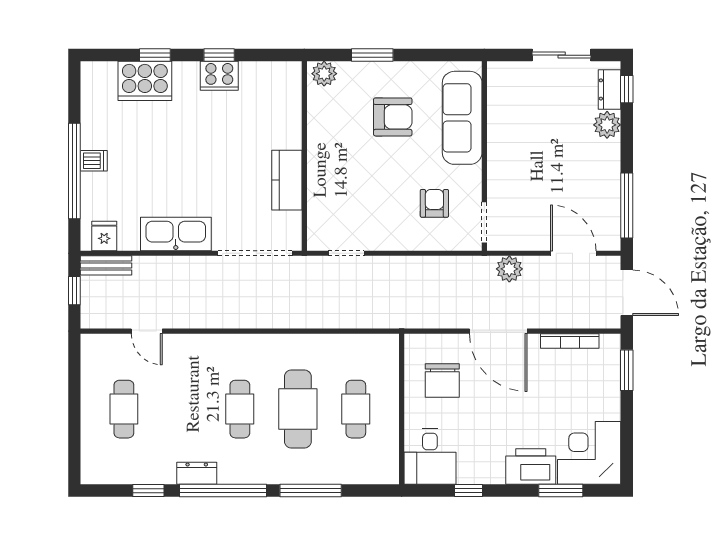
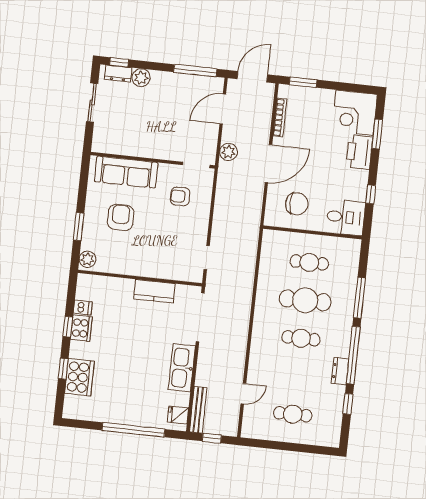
dishwasher: (94, 161) -> (83, 308), moved, turned 90
bench: (106, 265) -> (198, 410), width x1.36

